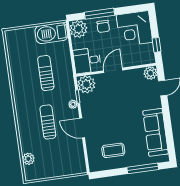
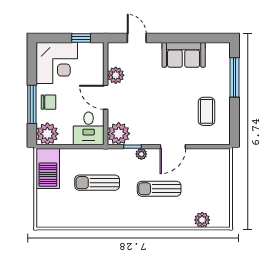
plant: (150, 73) -> (116, 75), moved
sofa: (156, 132) -> (184, 55), width x0.73

